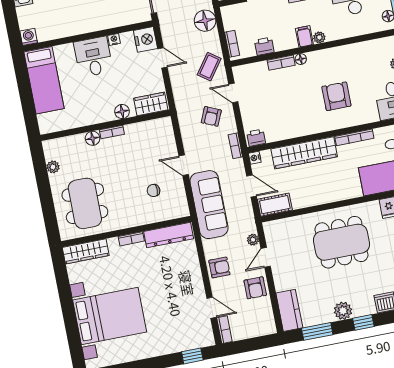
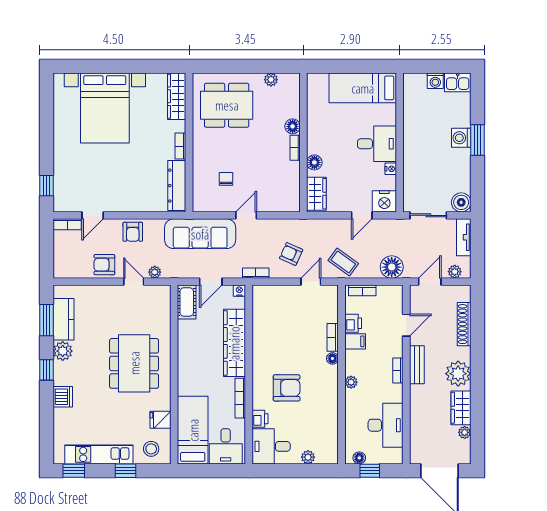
filing cabinet: (304, 36) -> (355, 341), moved
washing machine: (29, 37) -> (435, 81), moved, turned 90
printer: (256, 138) -> (260, 419), moved
kitchen counter: (289, 310) -> (64, 319), moved, turned -90

